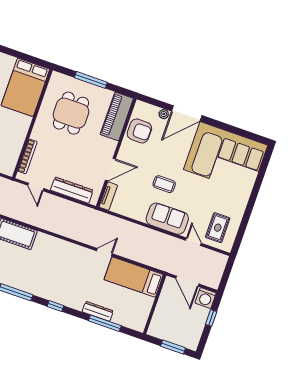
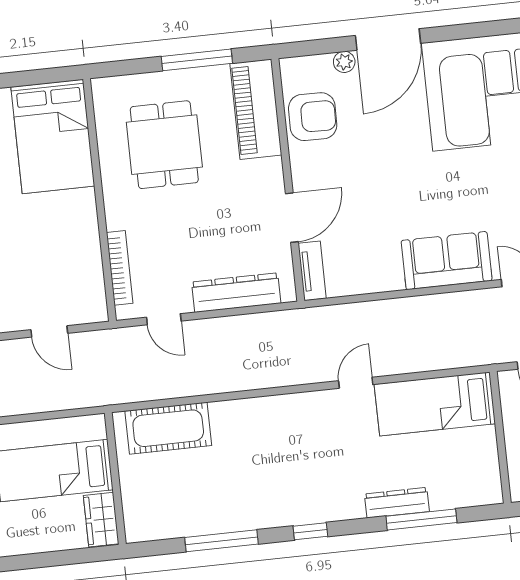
window: (91, 80) -> (197, 60), moved
coffee table: (164, 184) -> (409, 197), removed

